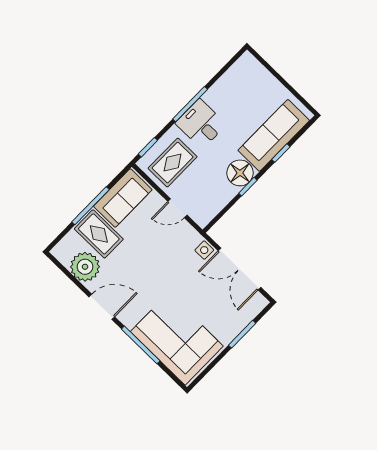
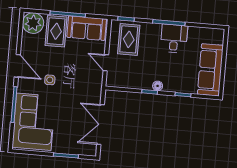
desk: (201, 124) -> (174, 38), moved
sofa: (274, 135) -> (210, 70), moved, turned -90
rug: (173, 163) -> (129, 39), turned 90
floor lamp: (240, 173) -> (158, 86), width x0.53, depth x0.53
side table: (204, 250) -> (50, 80), moved
plant: (85, 267) -> (33, 23), moved

